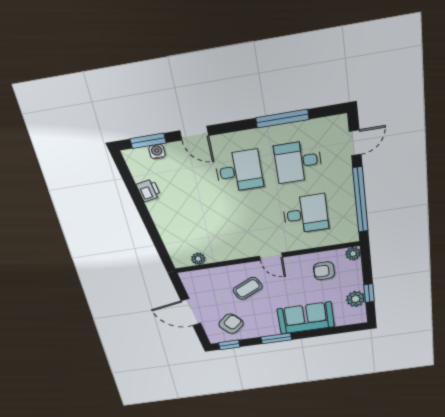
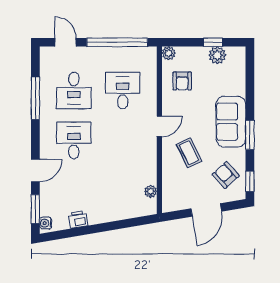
water cooler: (157, 152) -> (46, 223), moved
sofa: (306, 318) -> (231, 122), moved

